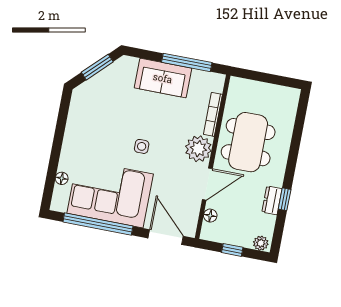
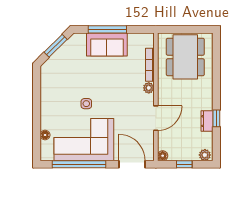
window: (187, 62) -> (107, 29), moved
dining table: (248, 142) -> (185, 57), moved
side table: (142, 146) -> (86, 104), moved
plant: (198, 149) -> (149, 88), width x0.53, depth x0.53
floor lamp: (210, 216) -> (163, 156), moved

